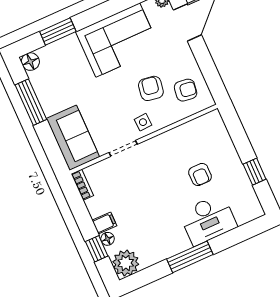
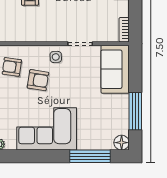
window: (58, 31) -> (90, 156), width x1.44
armchair: (151, 88) -> (38, 80), turned -90

